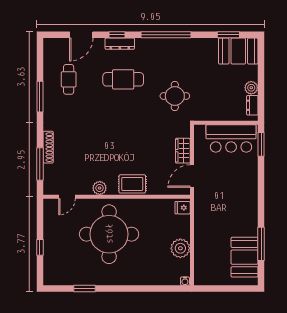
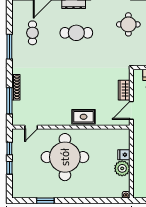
round table: (175, 96) -> (128, 24), moved
plant: (100, 188) -> (57, 120), removed
fridge: (183, 208) -> (124, 155), moved
window: (40, 223) -> (9, 148), added

